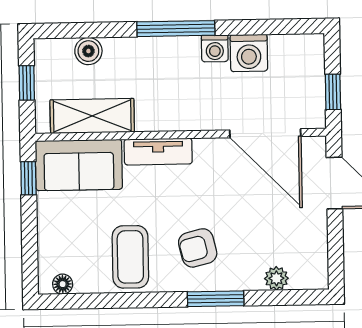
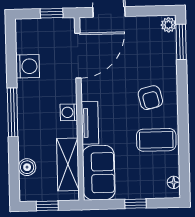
washing machine: (215, 48) -> (69, 112), moved, turned 180
window: (28, 178) -> (136, 204), moved
plant: (276, 278) -> (169, 25), moved
window: (216, 299) -> (181, 42), moved

